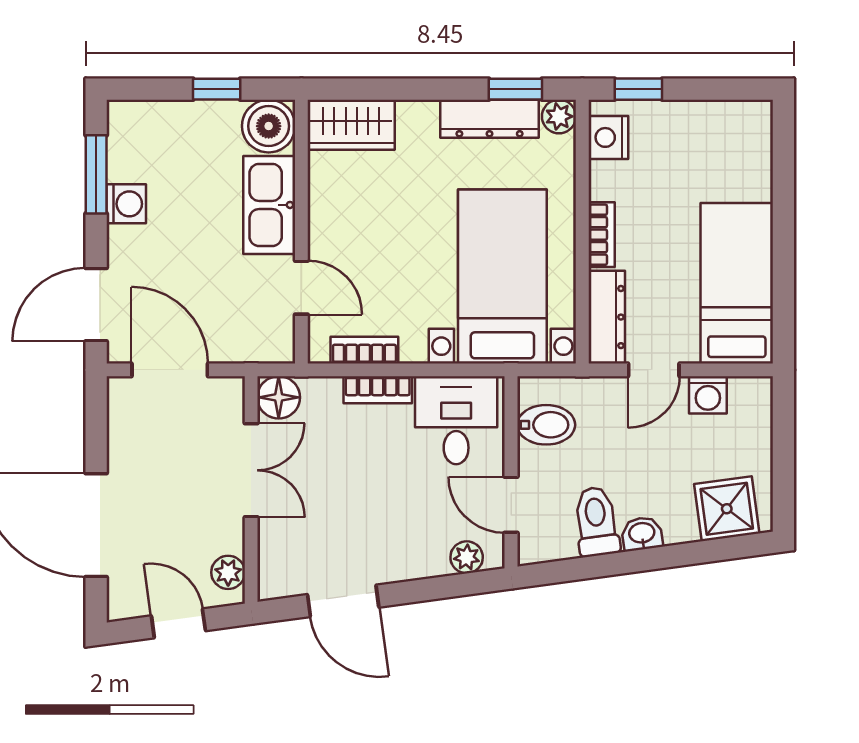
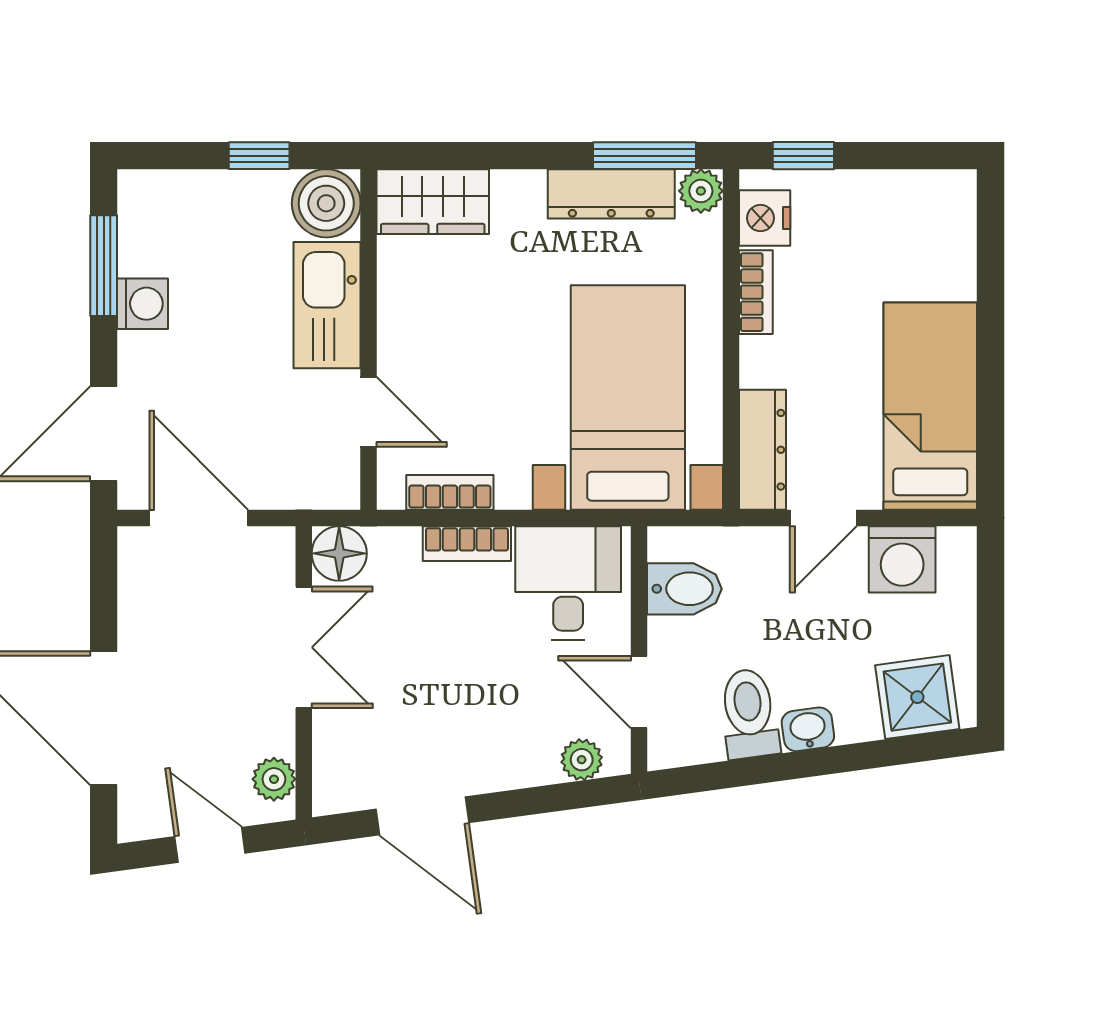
window: (515, 89) -> (645, 156), width x1.50
bookcase: (602, 235) -> (756, 292), moved
washing machine: (708, 395) -> (902, 559), width x1.38, depth x1.38

